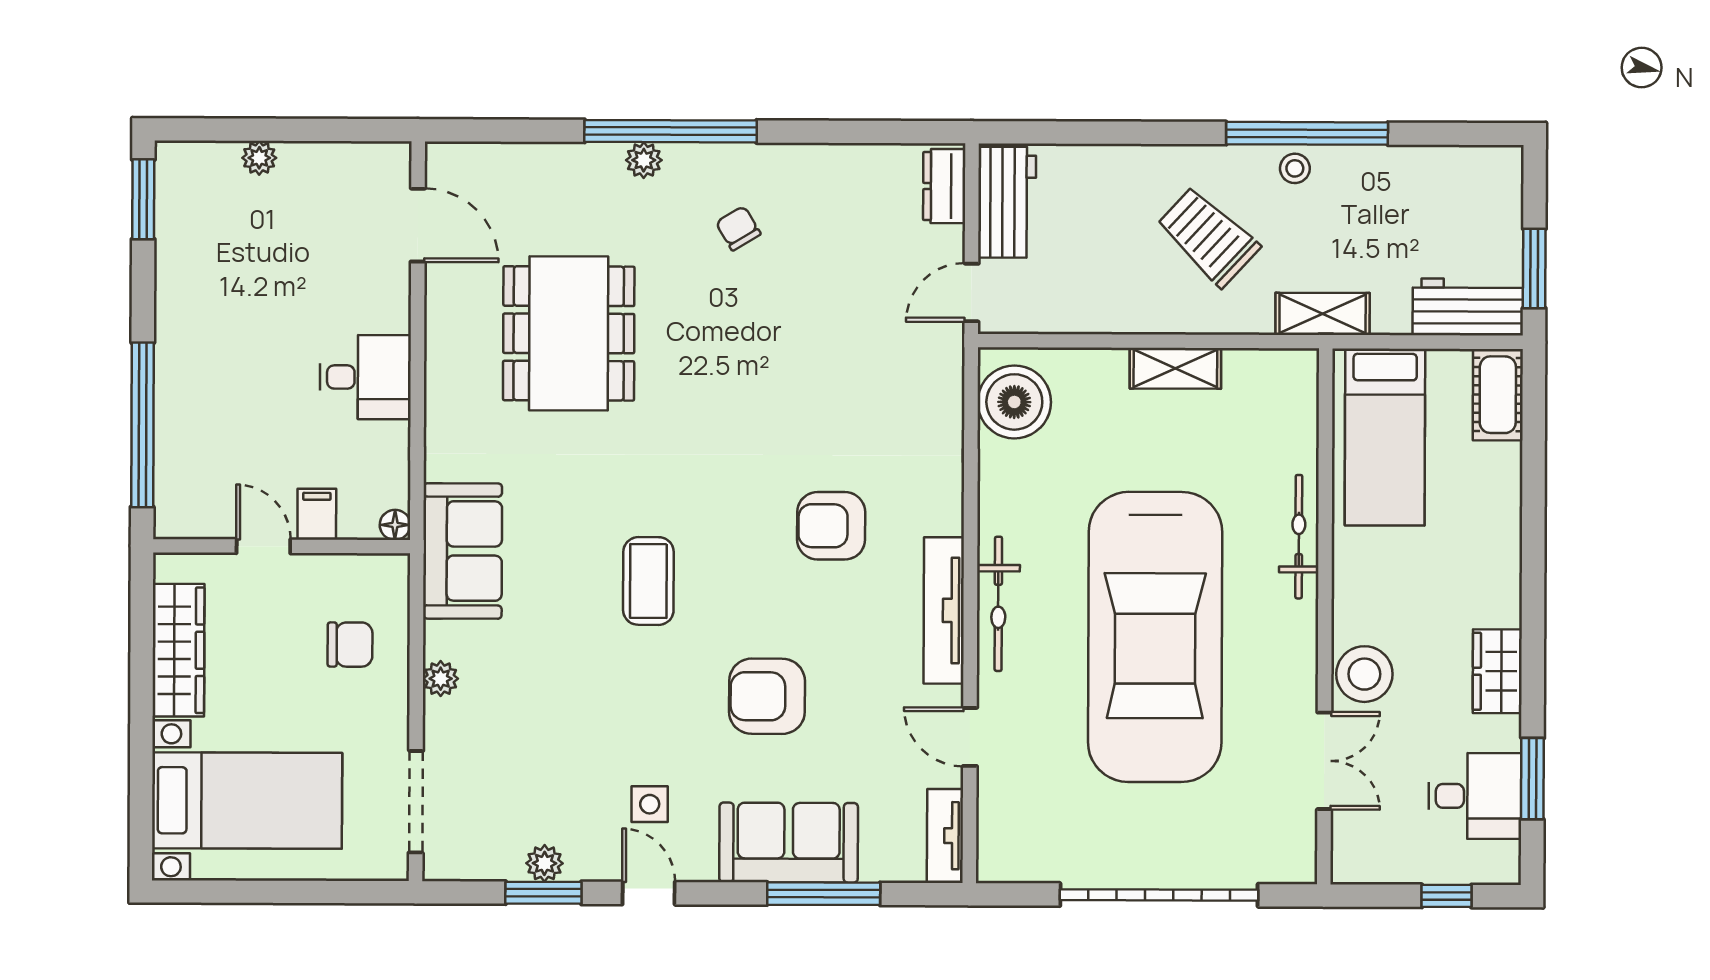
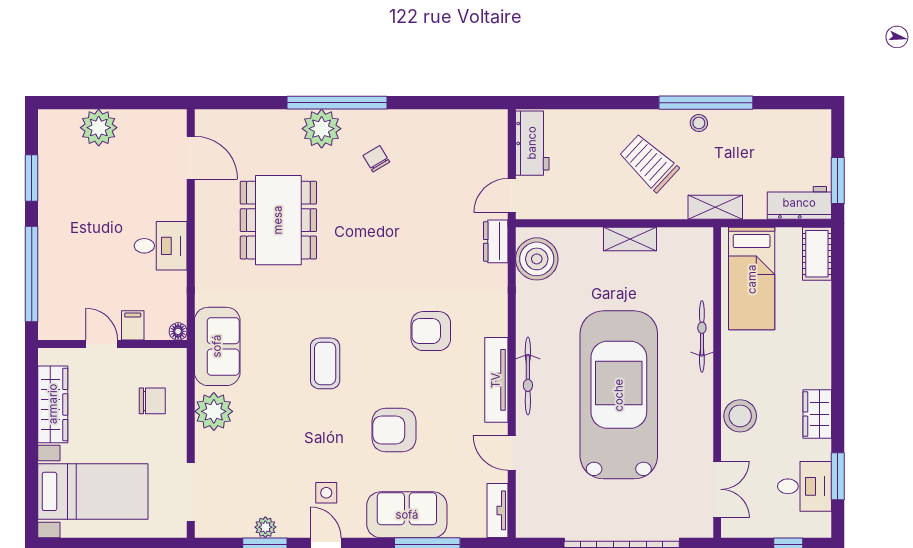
plant: (259, 158) -> (99, 128), width x1.87, depth x1.87
plant: (644, 160) -> (322, 129), width x1.87, depth x1.87
dresser: (944, 186) -> (496, 241), moved
window: (143, 199) -> (32, 178), moved
car: (1155, 637) -> (619, 395), turned 180
plant: (441, 679) -> (214, 411), width x1.87, depth x1.87
double door: (1324, 761) -> (717, 489), moved

